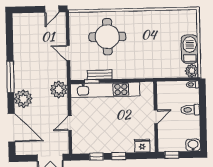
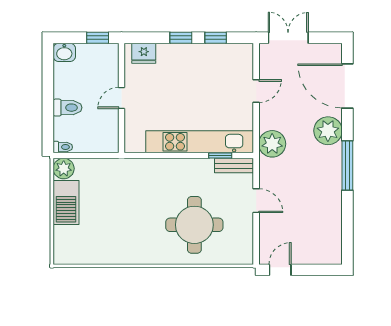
bench: (100, 75) -> (234, 166), moved

